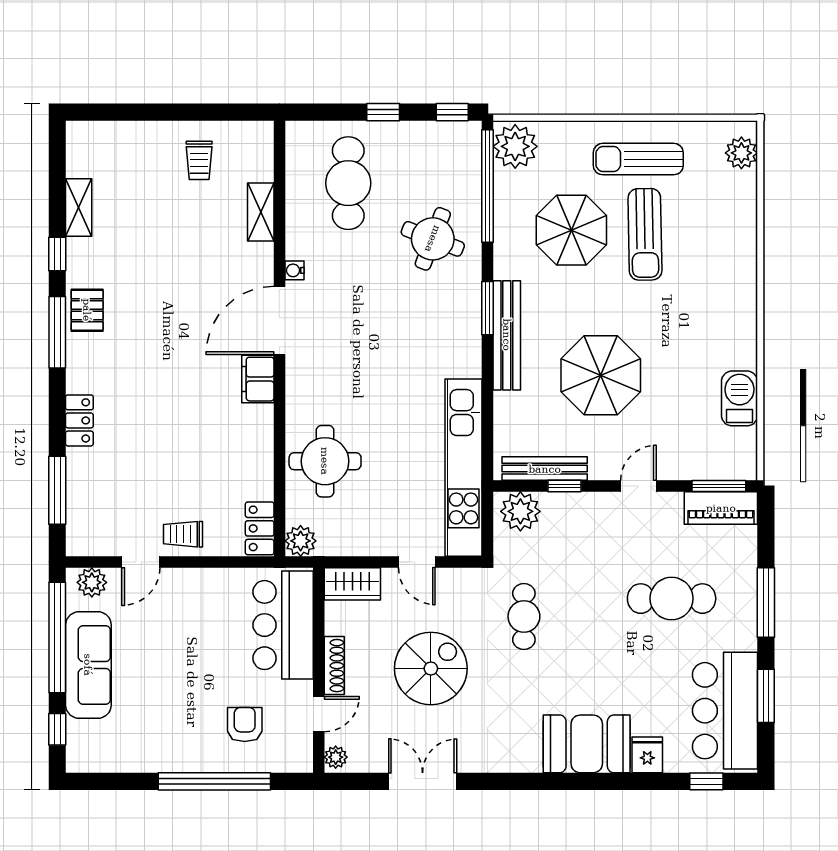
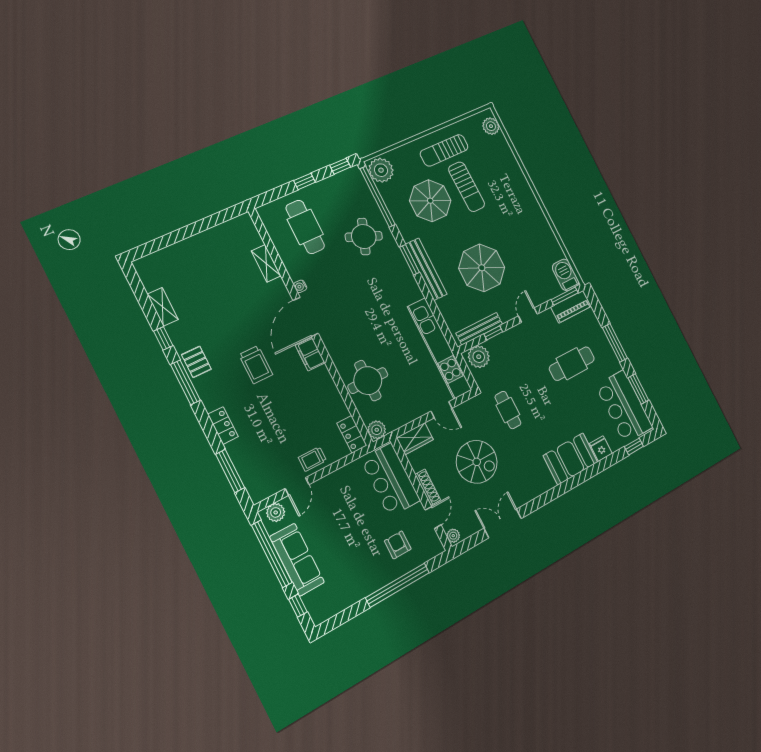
trolley: (199, 160) -> (256, 365), moved, width x1.36, depth x1.39
barbecue: (740, 398) -> (566, 275), moved
spiral stairs: (431, 668) -> (477, 462), turned 90

